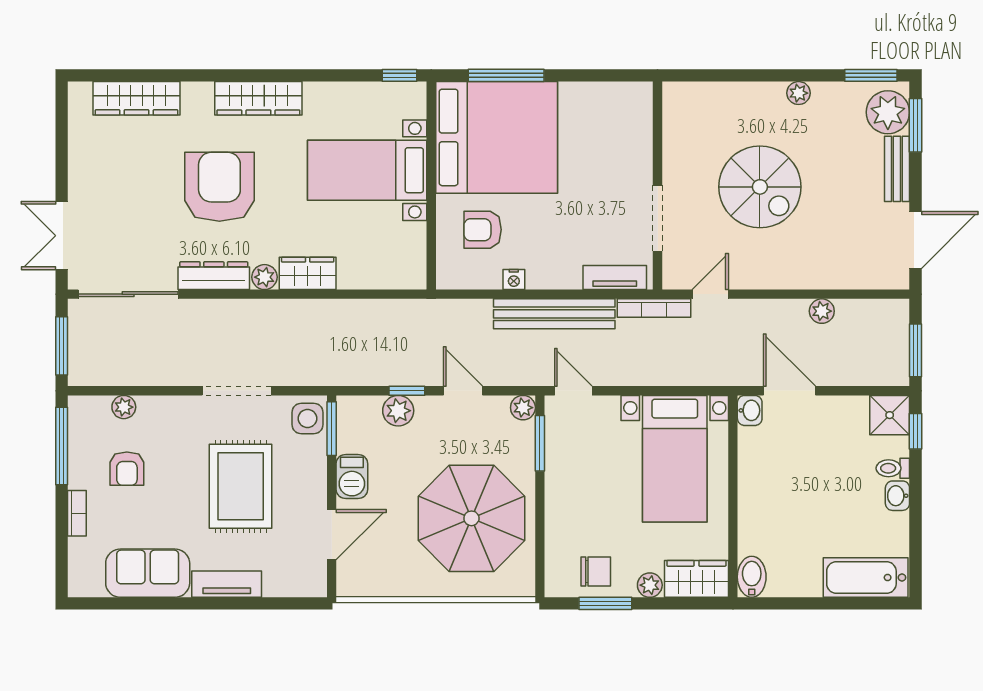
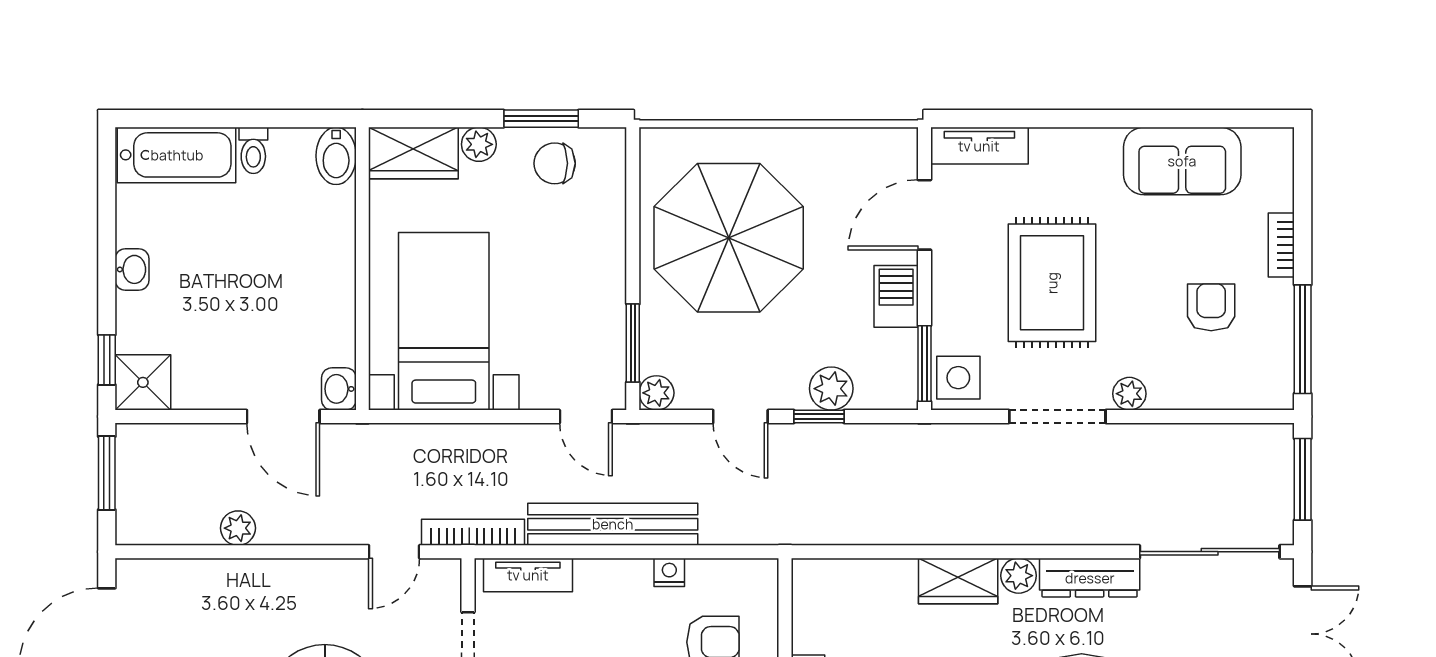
plant: (124, 407) -> (1129, 394), moved
toilet: (893, 468) -> (253, 150), moved, turned 90
tv unit: (227, 584) -> (979, 146), moved

